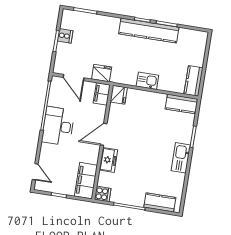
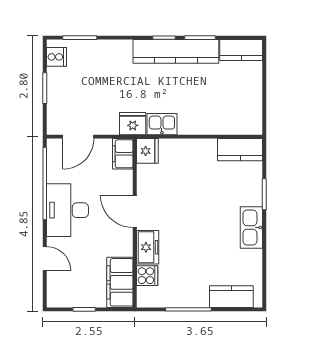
cooker: (65, 36) -> (56, 57), moved
fridge: (102, 73) -> (133, 124), moved
door: (74, 78) -> (78, 137), hinge flipped
kitchen sink: (147, 81) -> (162, 124), moved
kitchen counter: (193, 81) -> (241, 50), moved, turned -90
door: (104, 134) -> (135, 211), hinge flipped
door: (35, 172) -> (45, 259), moved
cooker: (103, 194) -> (147, 276), moved

